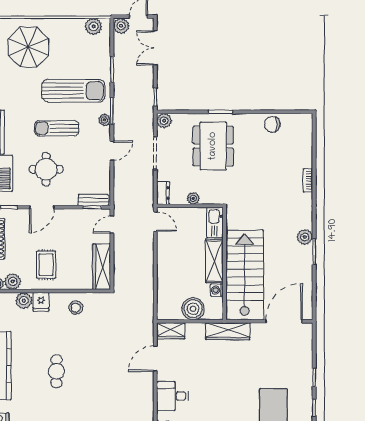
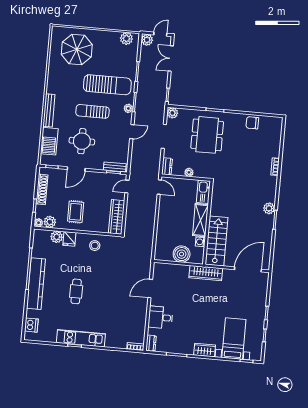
stairs: (245, 275) -> (217, 241), width x0.73, depth x0.66
wardrobe: (171, 331) -> (163, 269), removed

